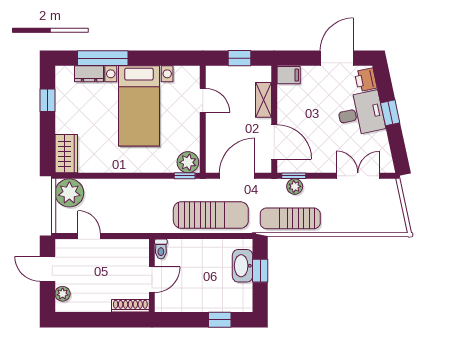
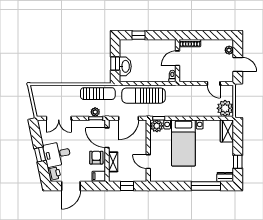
dresser: (89, 74) -> (225, 177), moved
bed with nightstands: (139, 106) -> (183, 143), moved, turned 180
armchair: (293, 107) -> (96, 158), added

